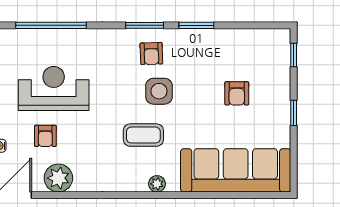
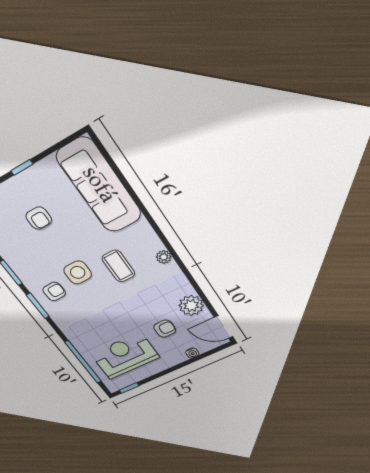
reception desk: (54, 88) -> (125, 356), moved, turned 90
armchair: (237, 93) -> (39, 218), turned 90
plant: (157, 184) -> (164, 257), moved

